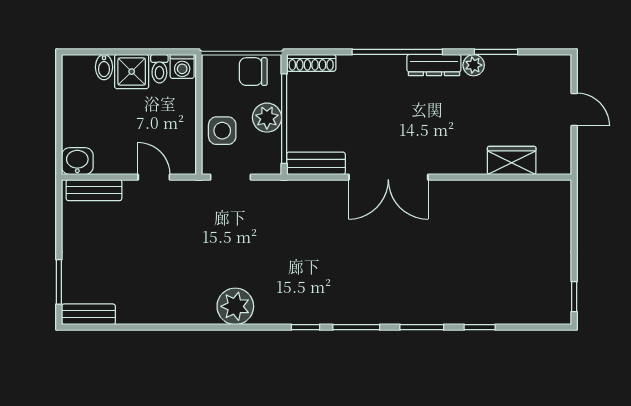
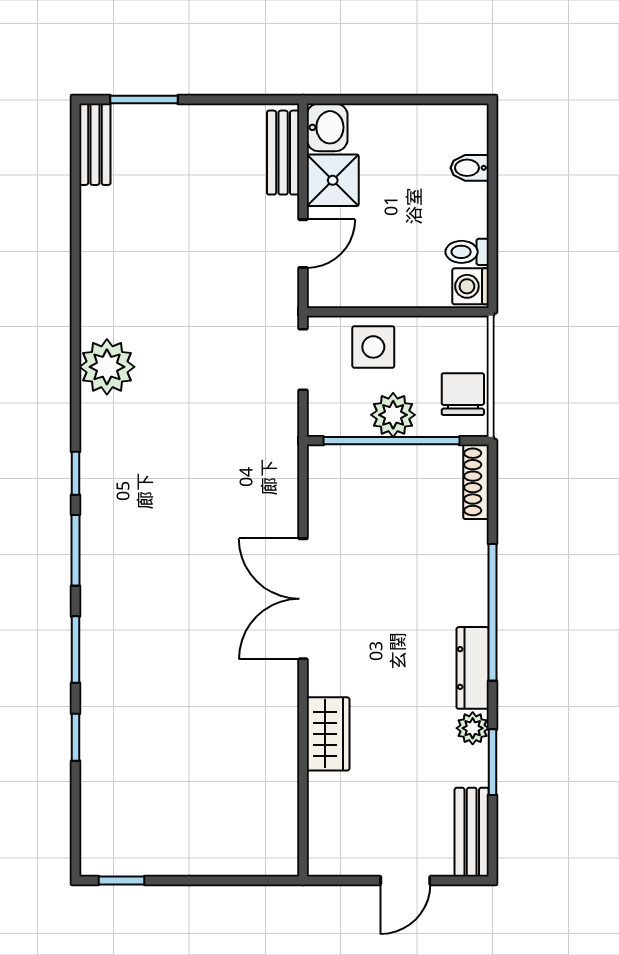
shower: (132, 72) -> (333, 180), moved
wardrobe: (512, 160) -> (328, 734), moved
bench: (316, 163) -> (472, 832), moved

